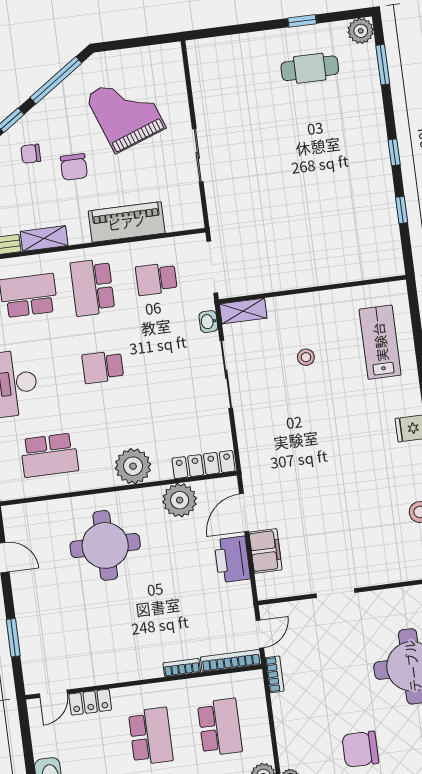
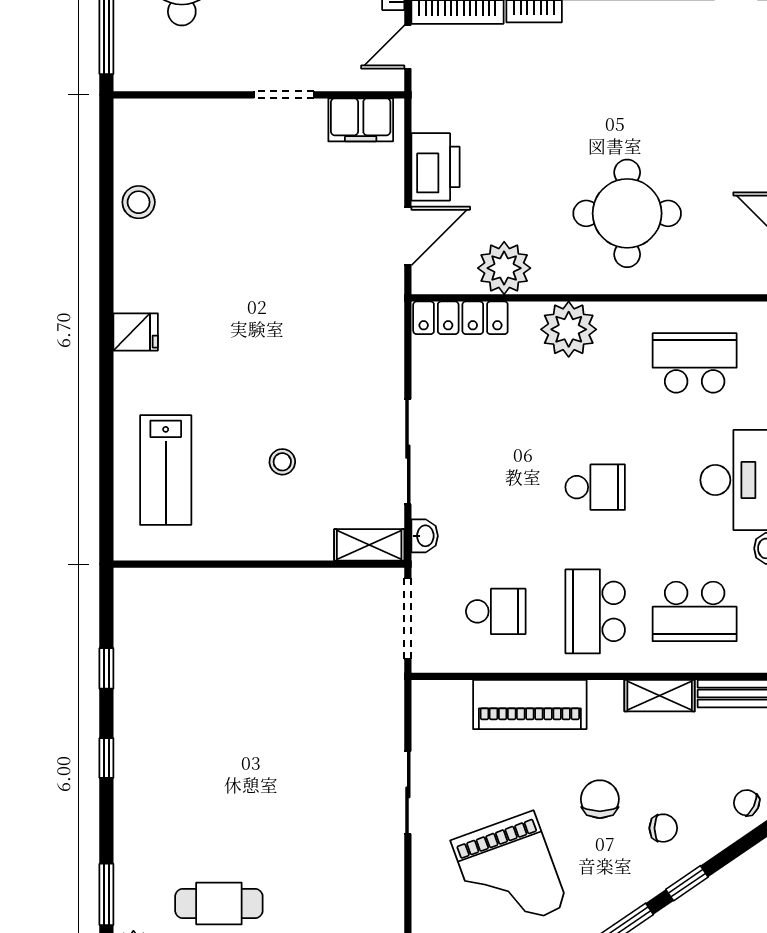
school desk: (92, 287) -> (595, 611), turned 180
filing cabinet: (265, 551) -> (361, 120), moved, turned -90

